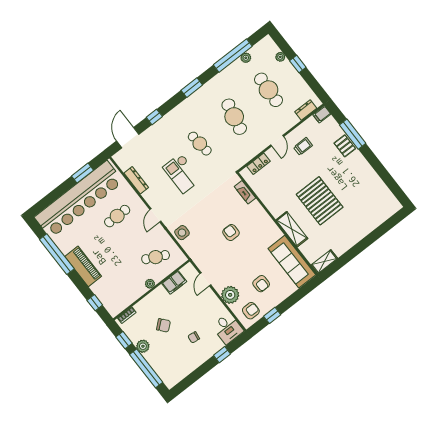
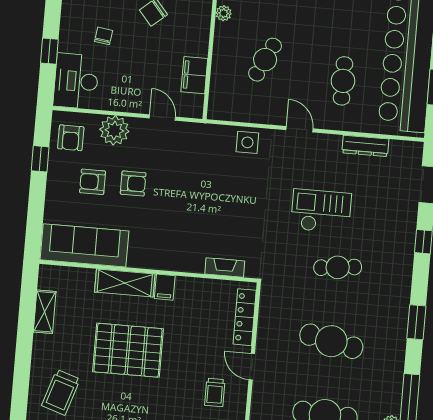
locker: (259, 164) -> (245, 317), width x1.53
filing cabinet: (278, 210) -> (165, 287), added
trolley: (365, 213) -> (61, 392), added
armchair: (231, 233) -> (133, 183), moved
cafe table: (156, 257) -> (265, 60), moved
shelving: (324, 262) -> (45, 312), moved
plant: (150, 284) -> (224, 13), moved
desk: (228, 328) -> (76, 81), width x1.37

